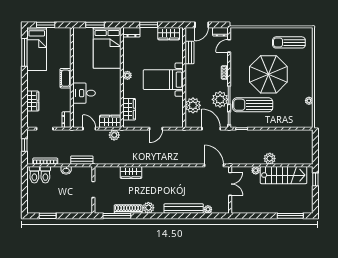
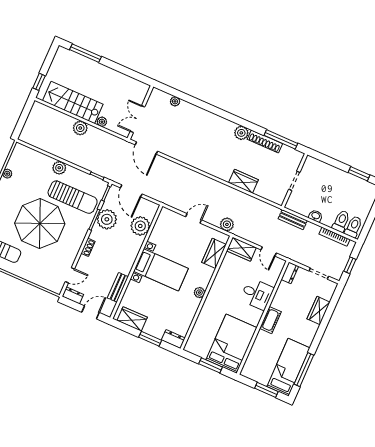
bed: (107, 48) -> (231, 344), moved
plant: (272, 122) -> (59, 168), added
plant: (114, 135) -> (227, 224), moved
bench: (184, 208) -> (202, 115), removed

